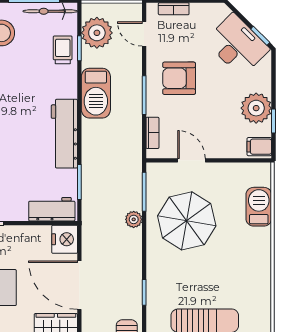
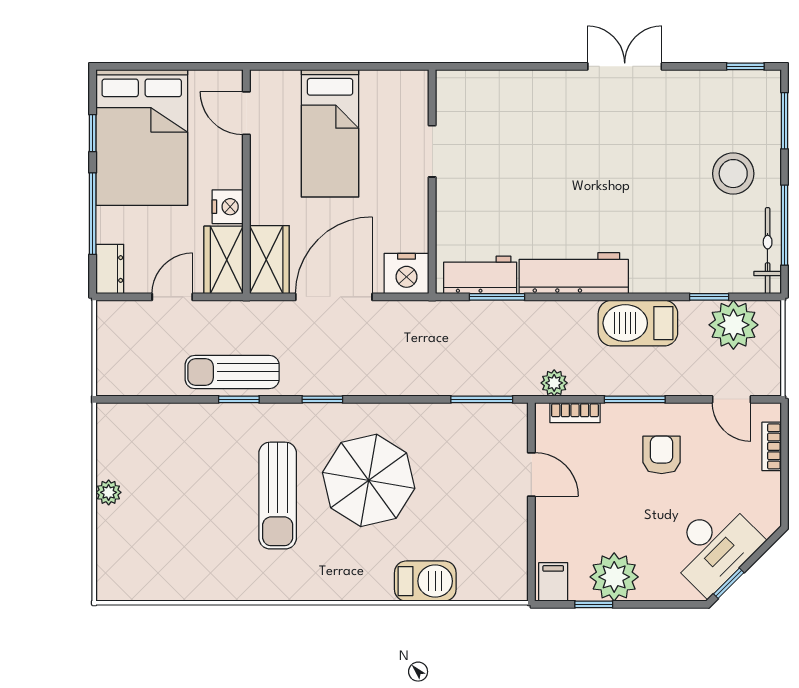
door: (144, 34) -> (732, 399), swing flipped
trolley: (63, 50) -> (706, 271), removed
armchair: (179, 78) -> (662, 455), width x0.72, depth x0.72
door: (191, 160) -> (531, 475), hinge flipped
barbecue: (259, 207) -> (425, 581), moved
workbench: (52, 209) -> (480, 275), moved, turned -90
plant: (134, 219) -> (554, 383), moved
parasol: (187, 221) -> (369, 480), moved

